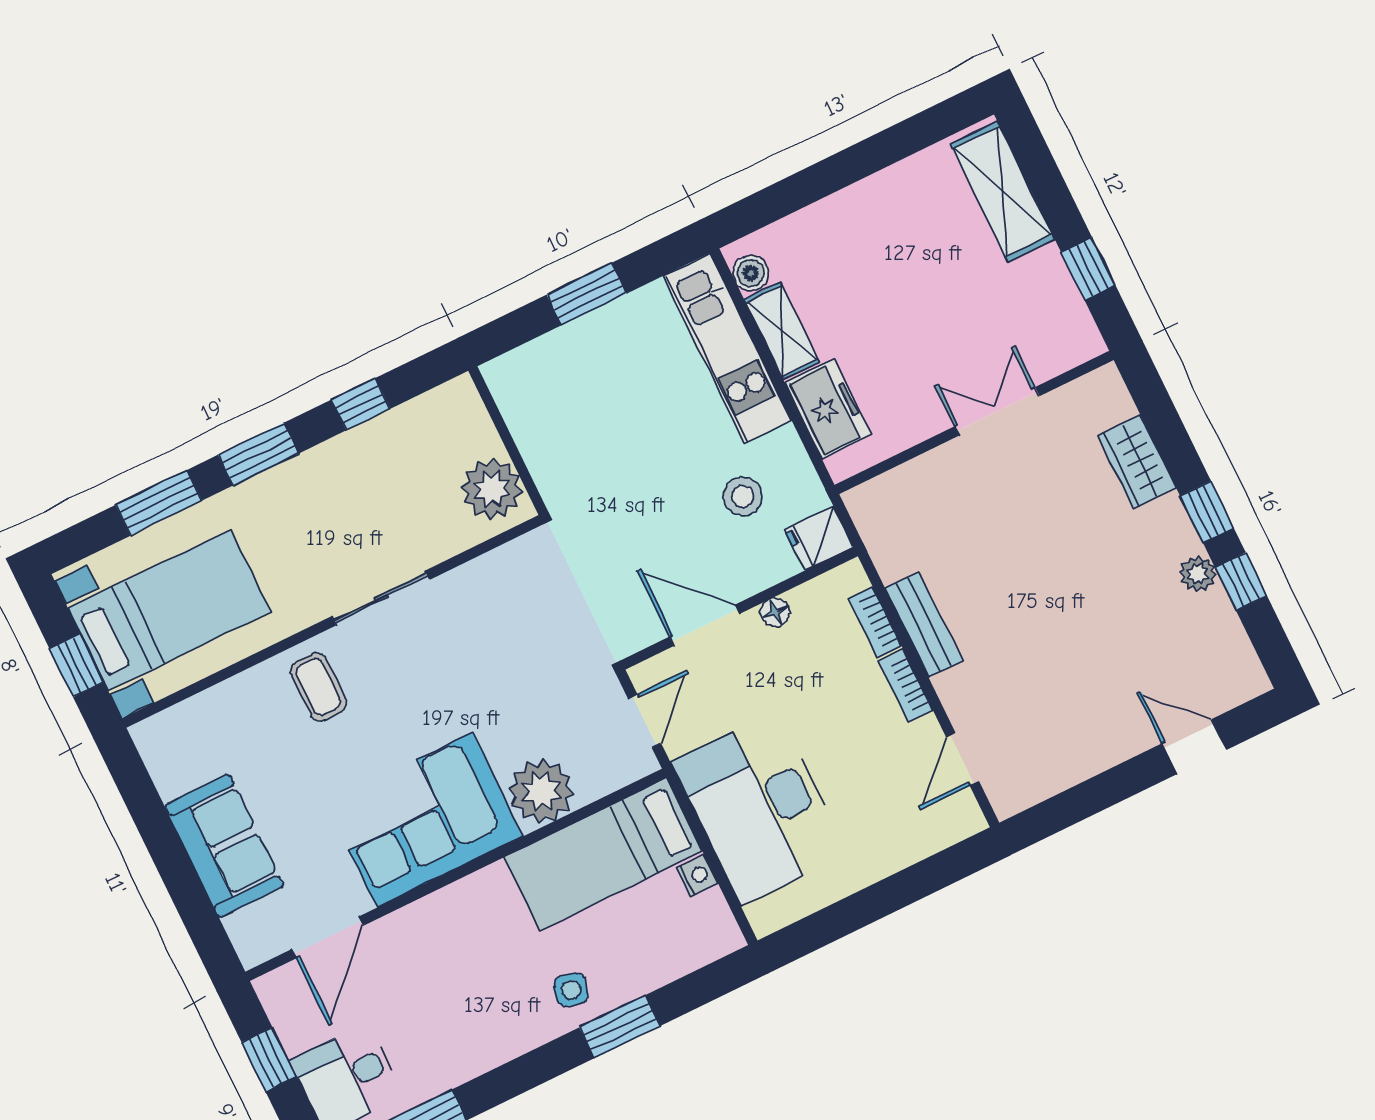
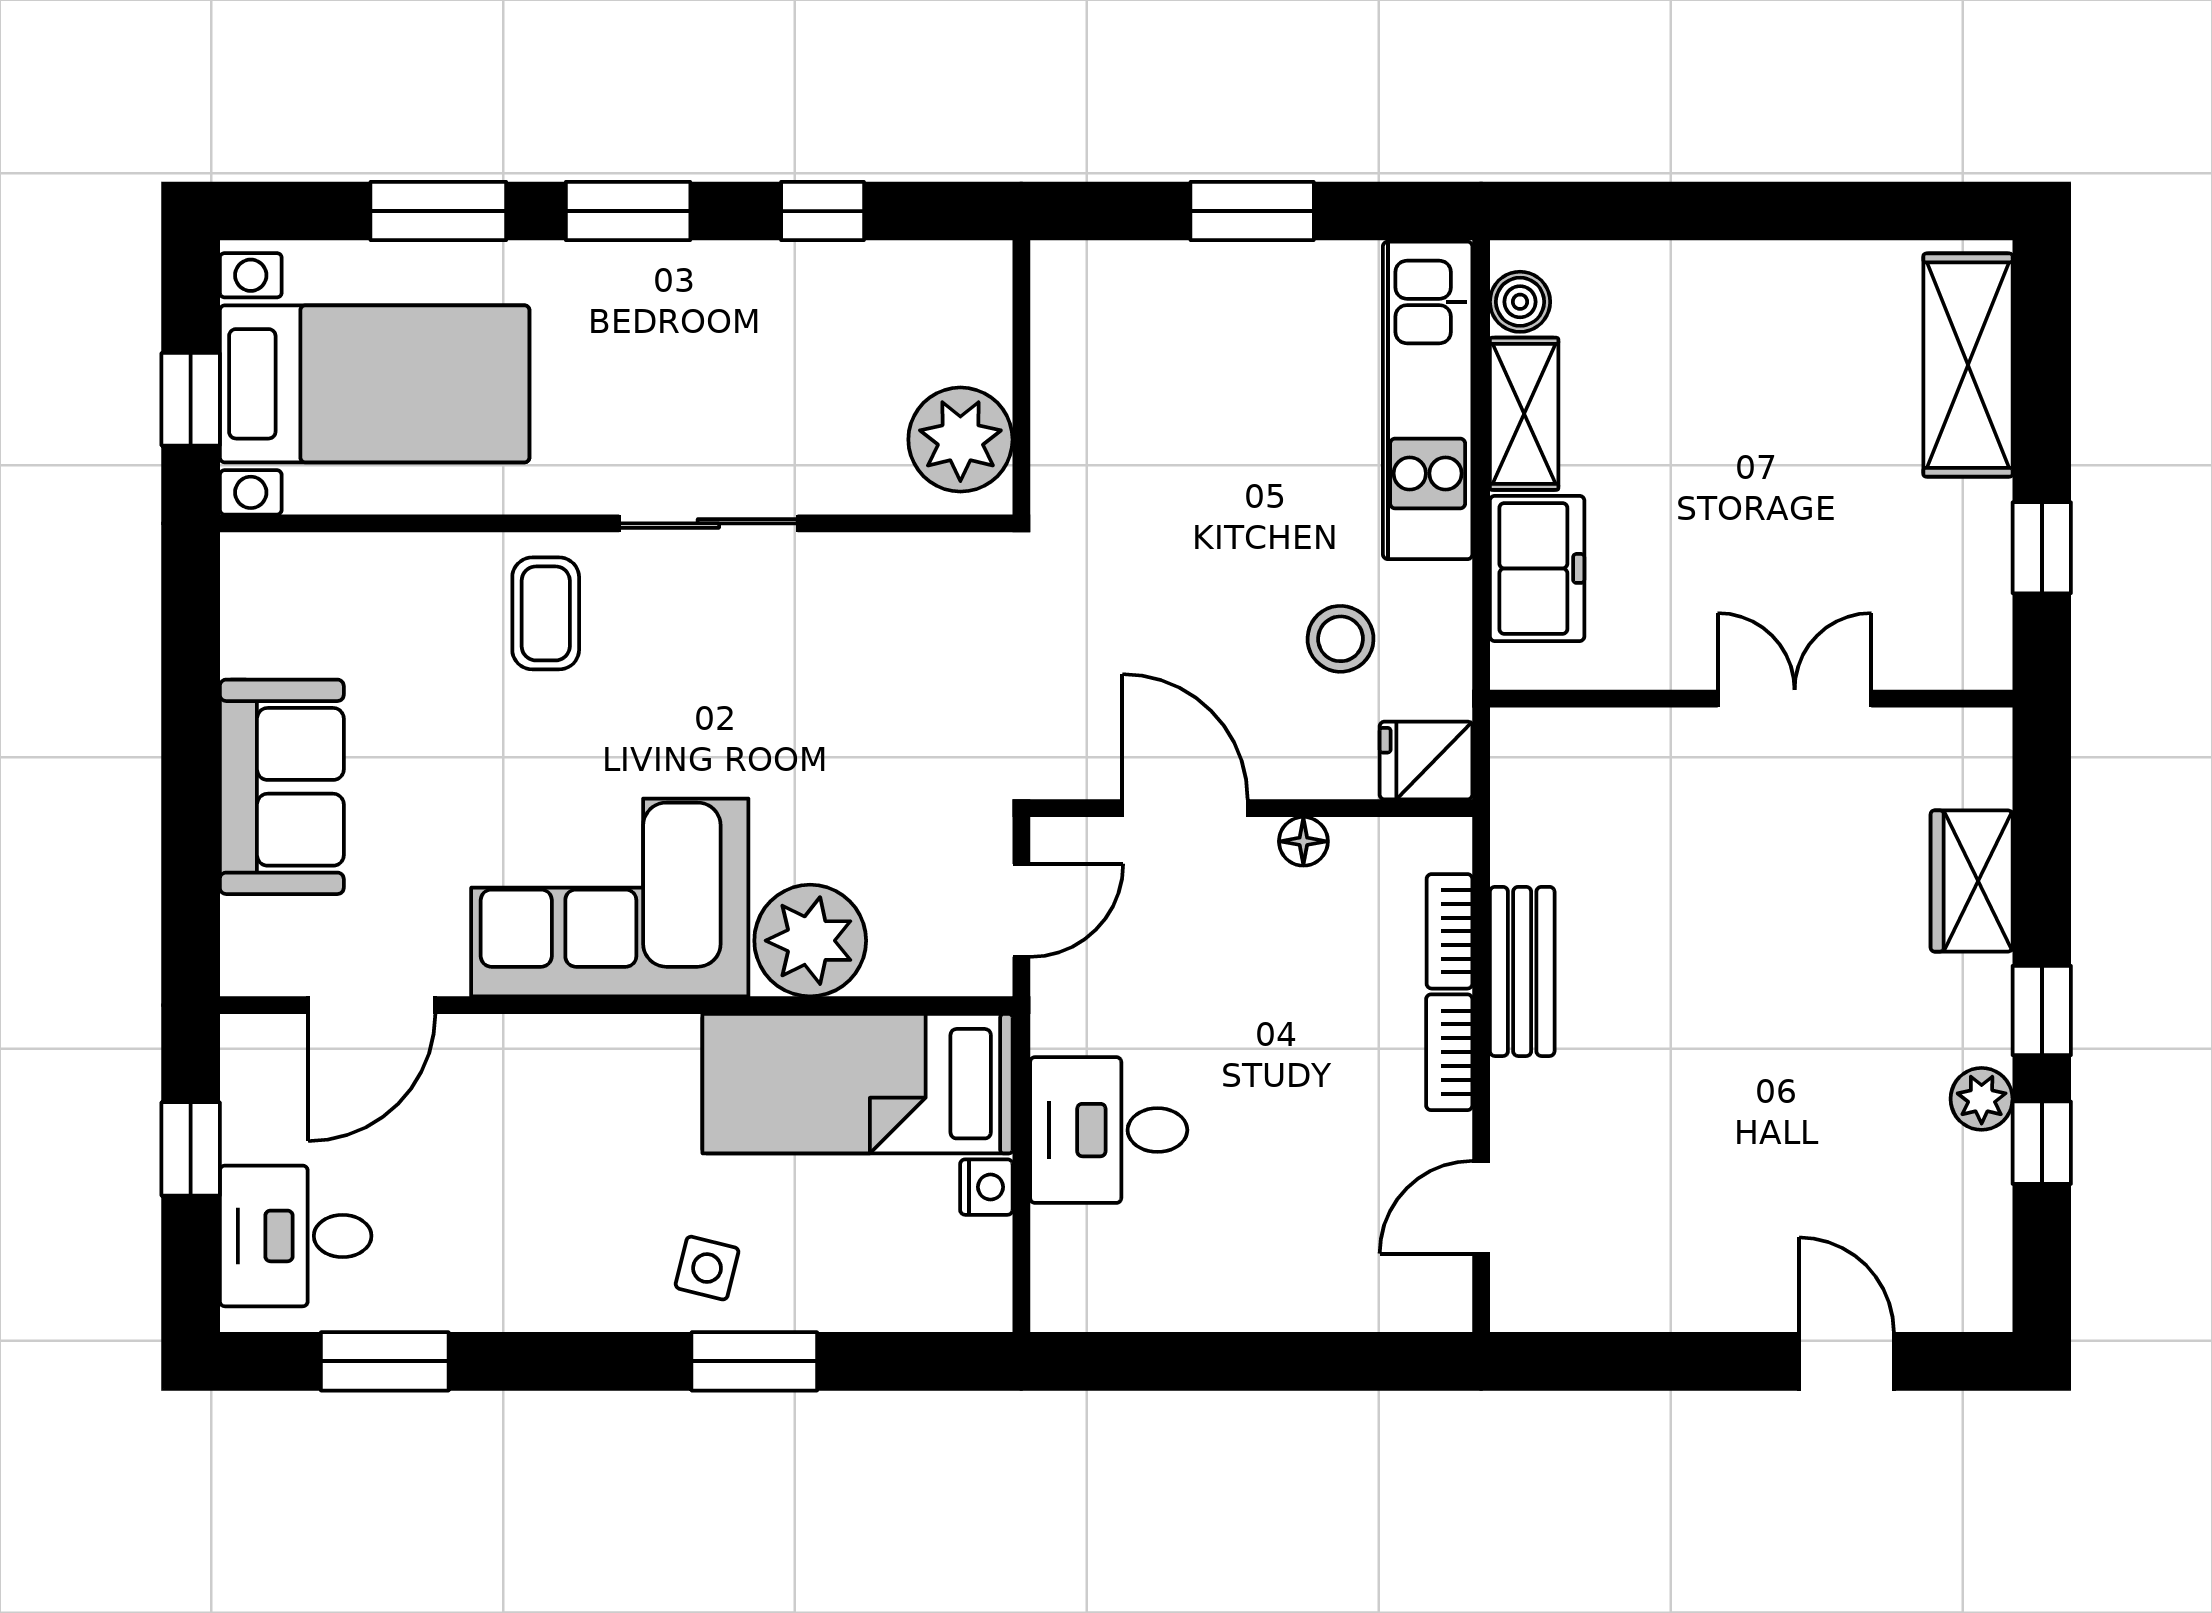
desk: (759, 808) -> (1109, 1130), width x0.53, depth x0.77

